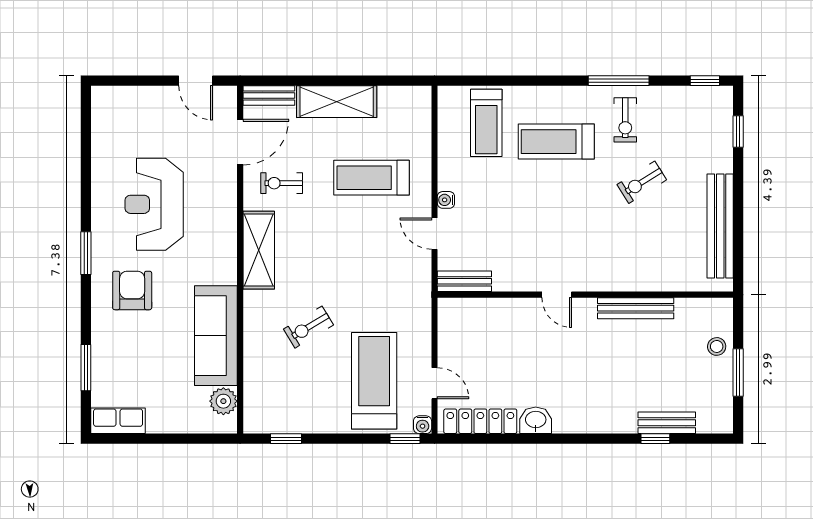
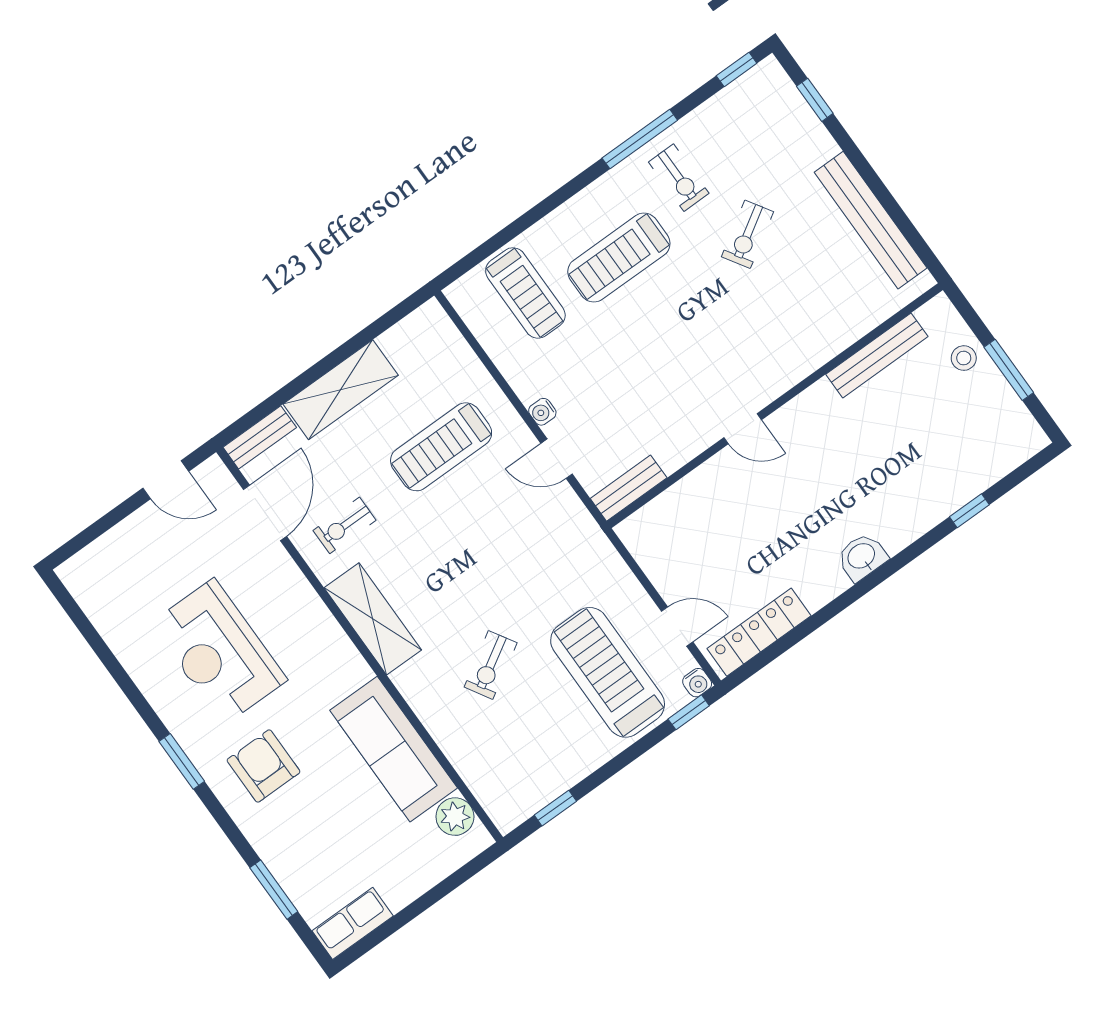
bench: (636, 308) -> (877, 355), moved
washbasin: (536, 420) -> (862, 557), moved
bench: (667, 423) -> (969, 484), removed

